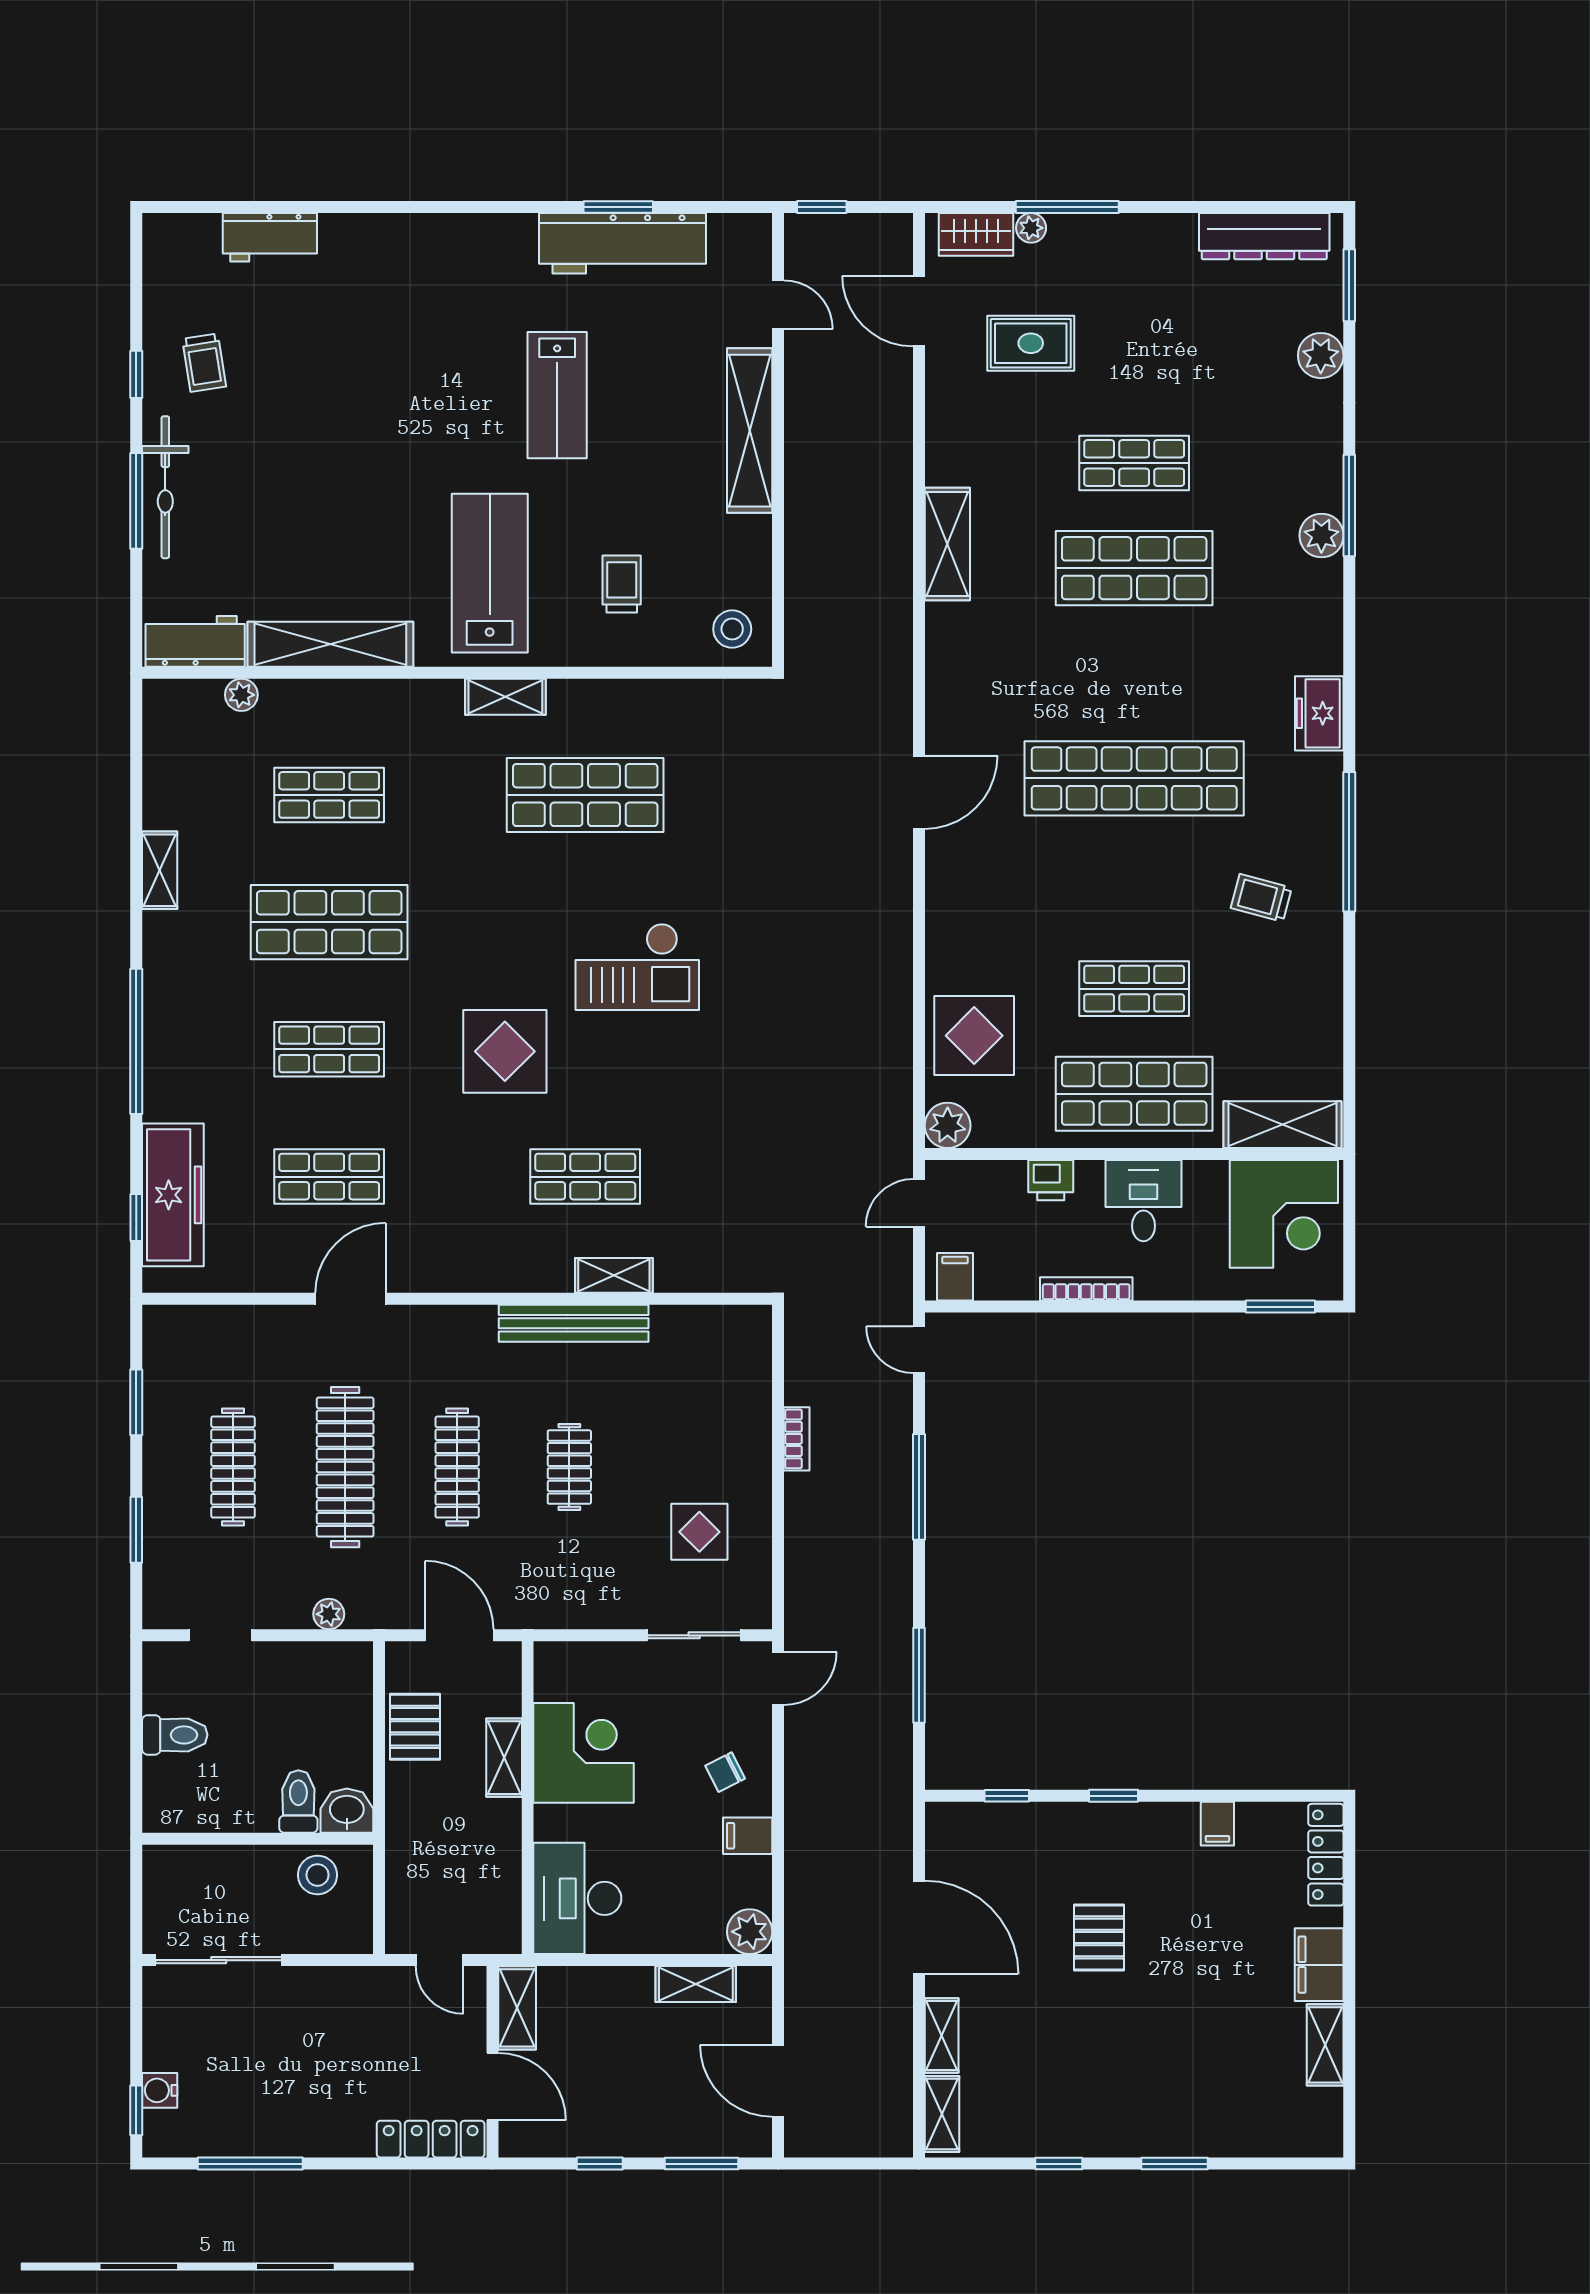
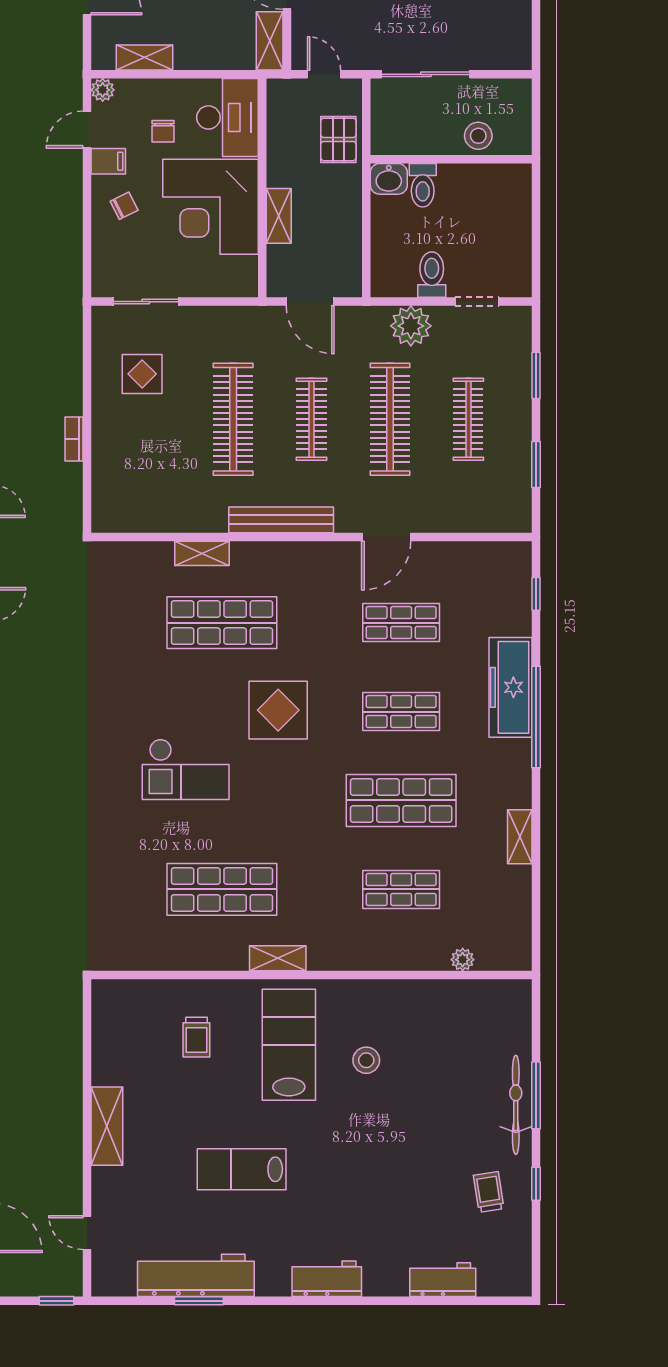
lab bench: (557, 395) -> (242, 1169), turned -90
shelving: (750, 431) -> (107, 1126), width x0.68
lab bench: (490, 573) -> (289, 1045), turned 180
stool: (732, 629) -> (366, 1060), moved
workbench: (195, 641) -> (327, 1279), moved, turned 180
shelving: (330, 644) -> (400, 995), removed
checkout: (637, 967) -> (186, 769), turned 180
shop shelf: (585, 1177) -> (222, 623), width x1.43, depth x1.36
freezer: (173, 1195) -> (510, 687), moved
bench: (574, 1323) -> (281, 520), moved
clothes rail: (569, 1467) -> (233, 419), width x1.86, depth x1.31
plant: (329, 1614) -> (411, 326), width x1.87, depth x1.87
door: (778, 1678) -> (87, 130), moved
pallet: (415, 1727) -> (338, 139), moved
toilet: (175, 1735) -> (432, 275), moved, turned 90
corner desk: (584, 1753) -> (211, 207), width x1.36, depth x1.36
stool: (318, 1875) -> (478, 136), moved
chair: (670, 1879) -> (163, 131), added
plant: (750, 1932) -> (103, 90), width x0.73, depth x0.73
sliding door: (219, 1960) -> (426, 74), moved

